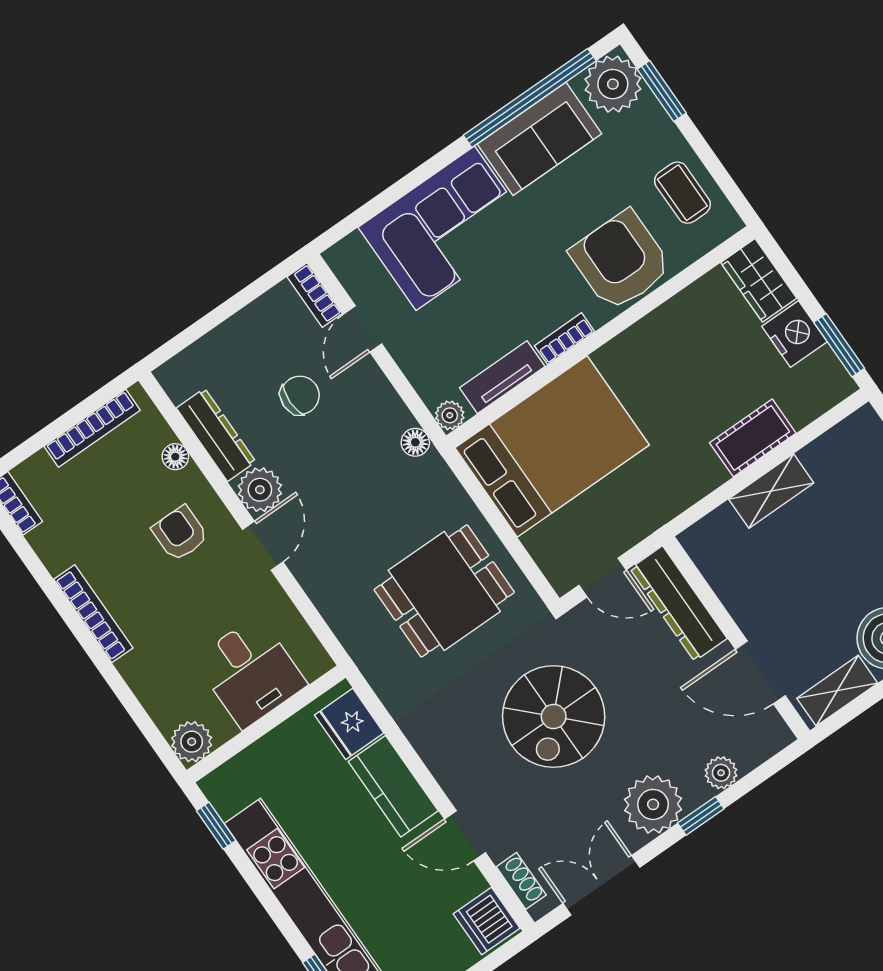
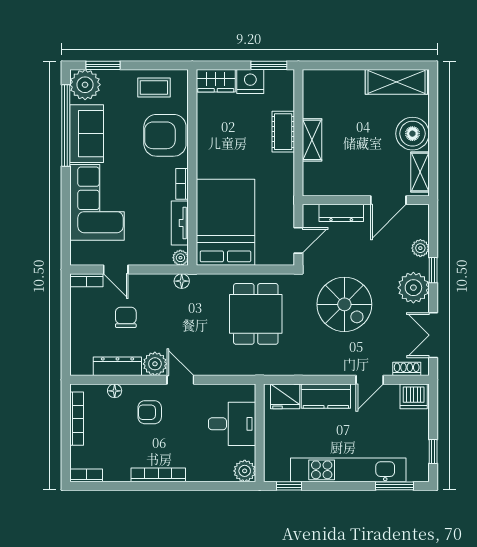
dresser: (678, 604) -> (341, 213), width x0.73, depth x0.80

